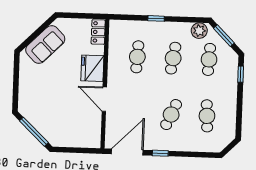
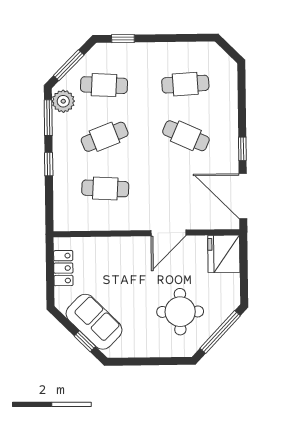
window: (188, 20) -> (48, 118), added
locker: (98, 32) -> (63, 268), moved, turned -90
window: (32, 37) -> (85, 341), added
cafe table: (173, 58) -> (105, 137), turned -30
fridge: (92, 68) -> (224, 254), moved, turned 90
round table: (49, 105) -> (180, 312), added

